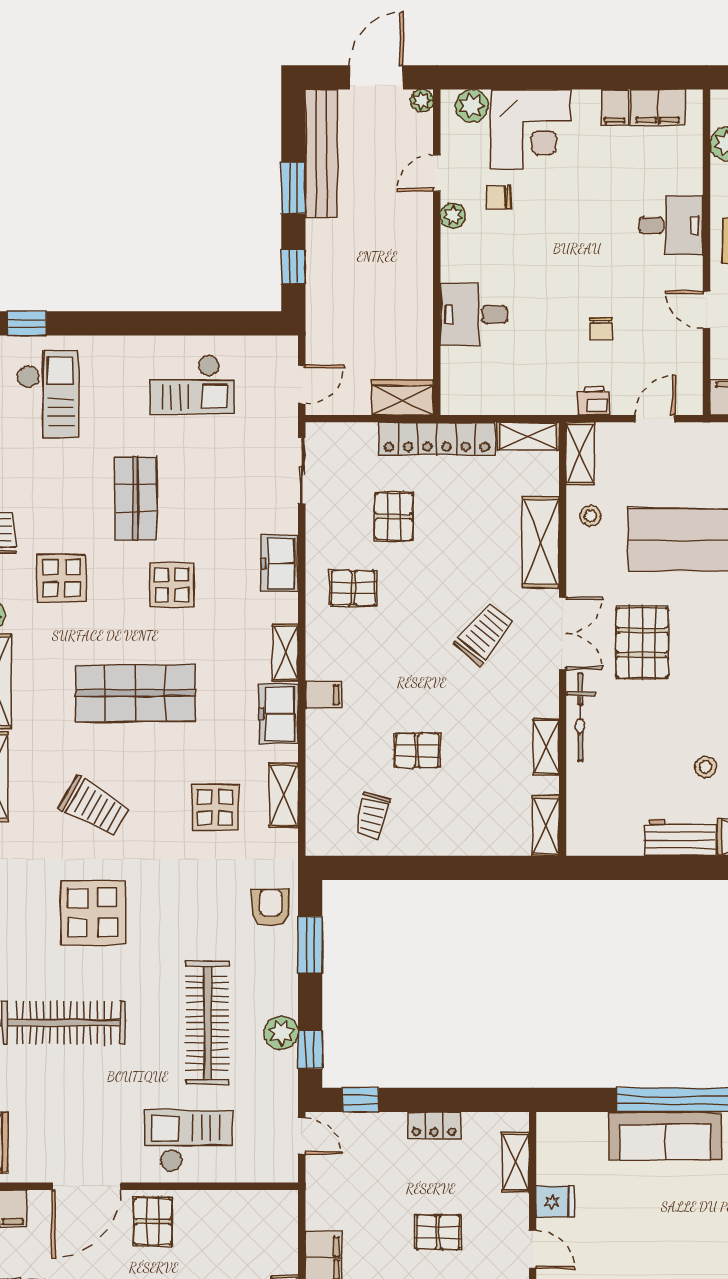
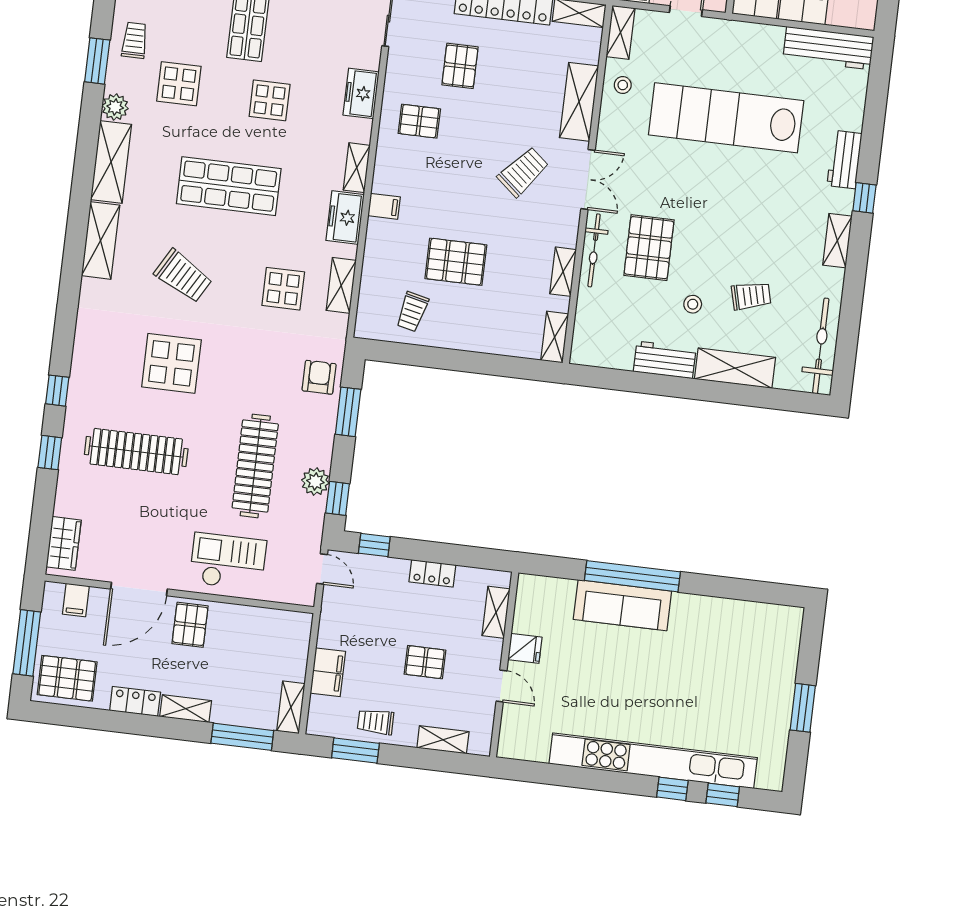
pallet: (642, 643) -> (649, 248), moved
pallet: (417, 750) -> (456, 262), width x1.50, depth x1.42

